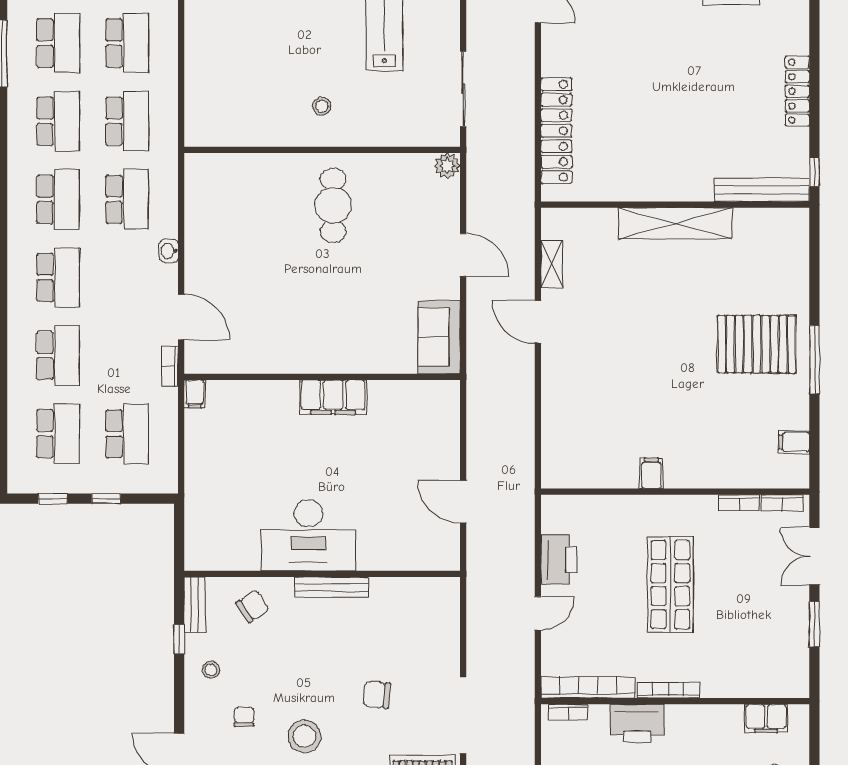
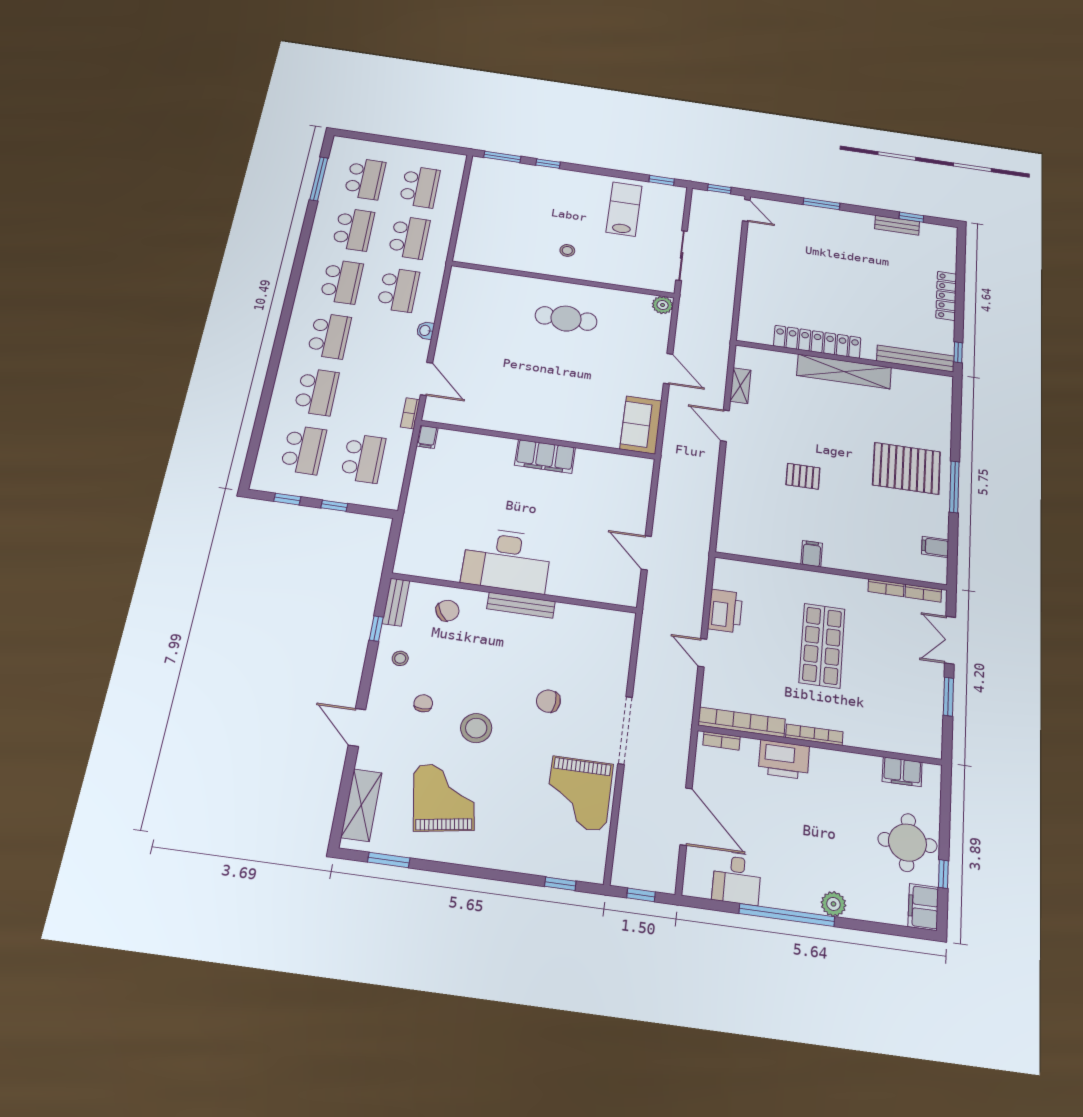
locker: (556, 131) -> (817, 342), moved, turned -90
cafe table: (333, 205) -> (566, 318), turned 90
pallet: (635, 375) -> (803, 476), added
door: (538, 613) -> (702, 653), swing flipped

